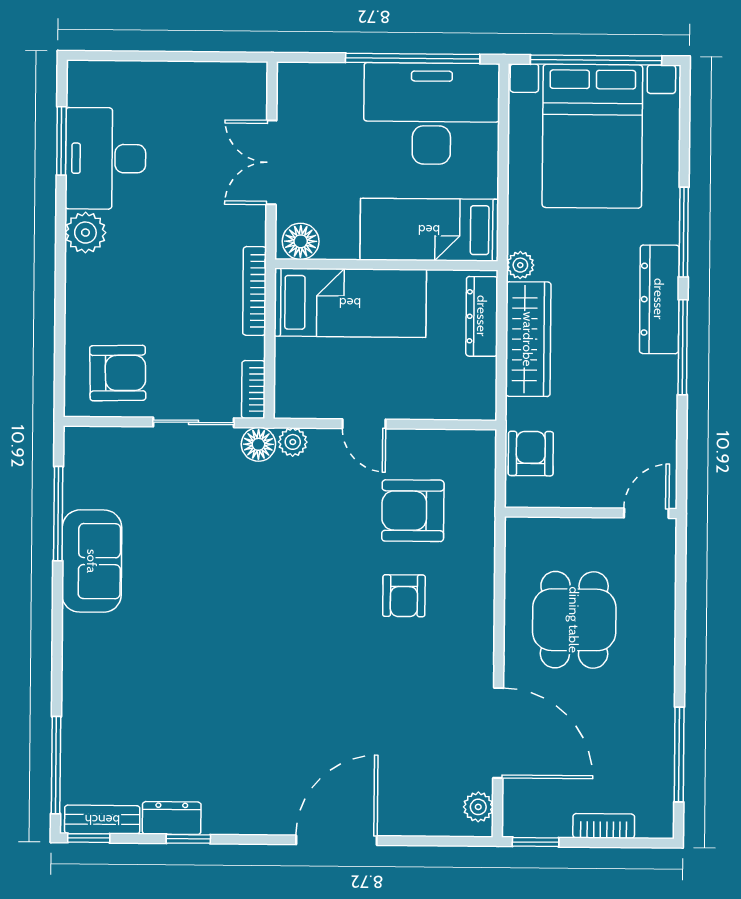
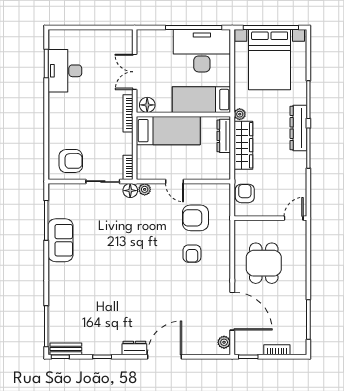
plant: (85, 233) -> (57, 102), removed
bookcase: (255, 291) -> (128, 113), moved
dresser: (172, 818) -> (134, 348), moved

